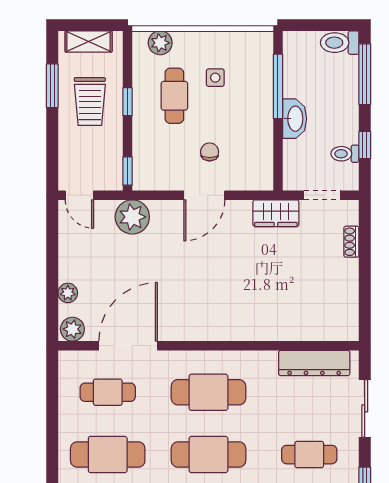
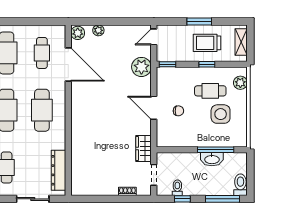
side table: (215, 78) -> (221, 114), width x1.87, depth x1.87
window: (52, 86) -> (199, 21), moved
washbasin: (295, 119) -> (212, 159), moved

